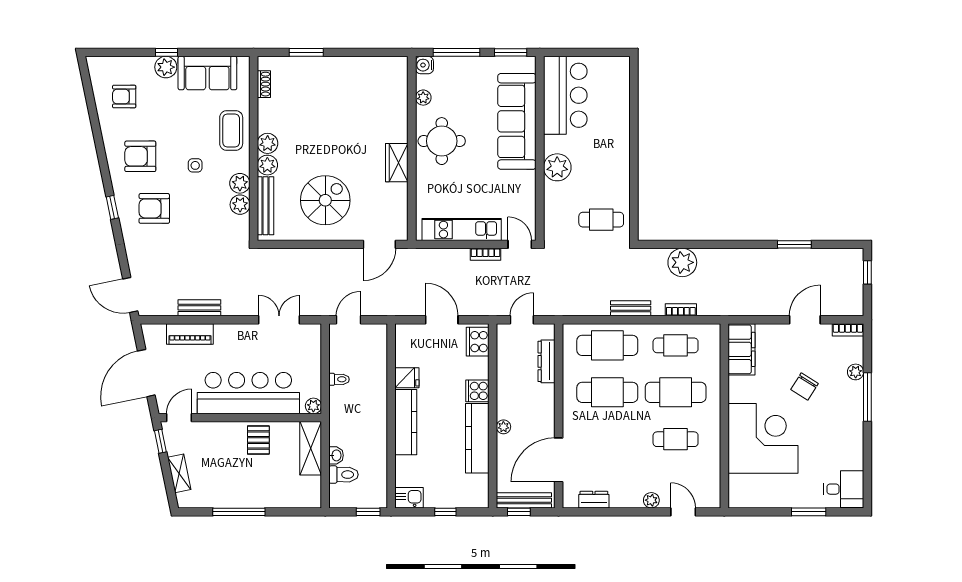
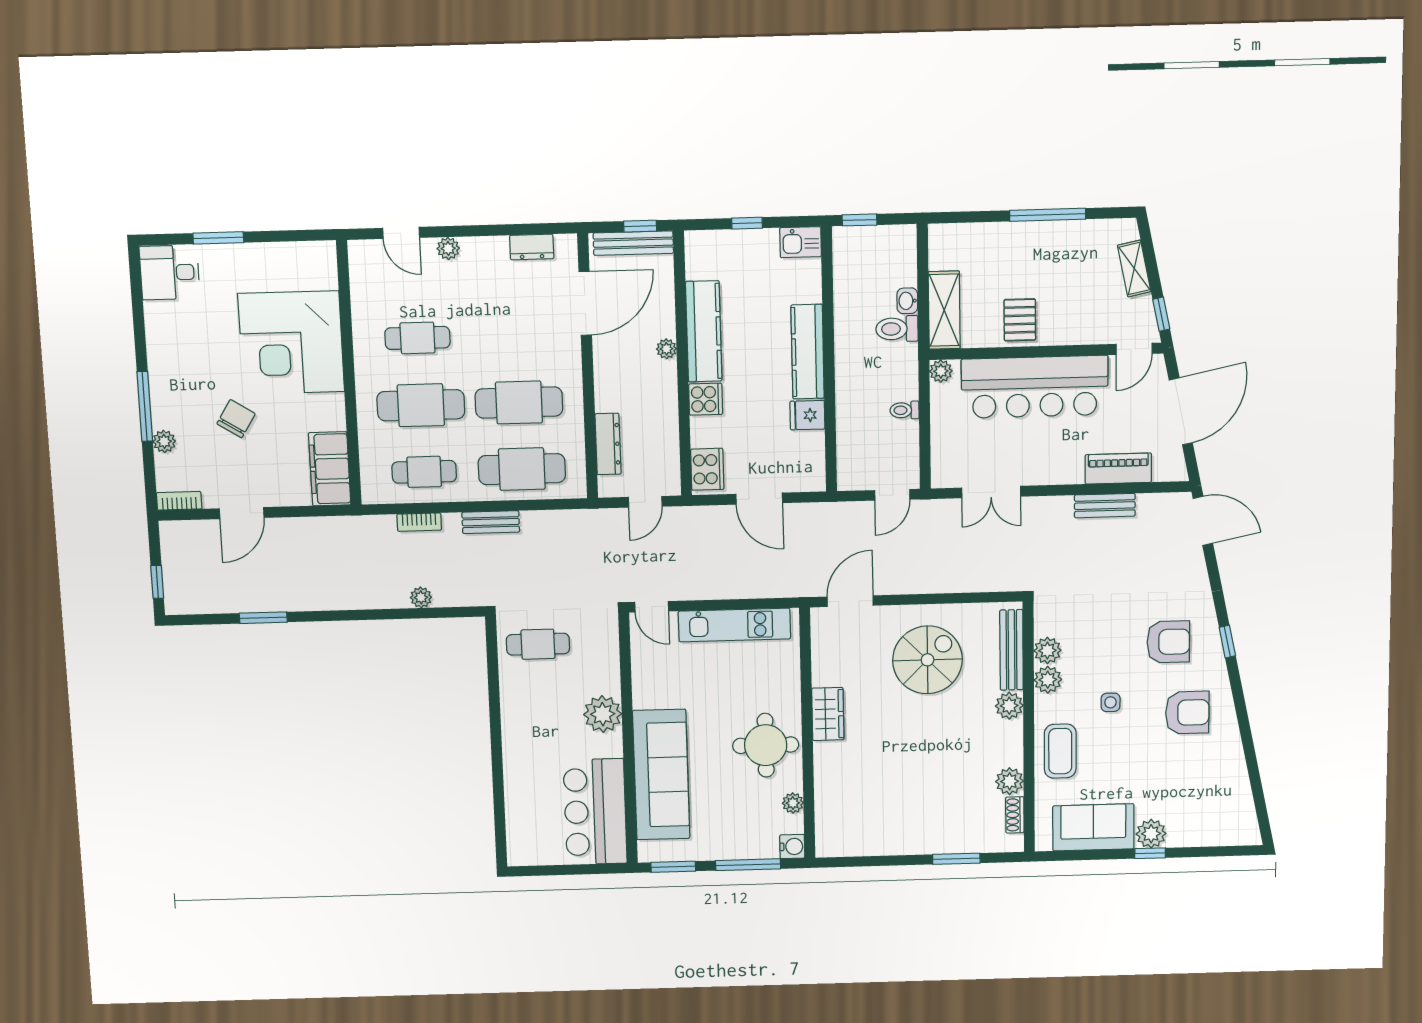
armchair: (124, 97) -> (1209, 793), removed
plant: (268, 143) -> (1010, 781), moved
spiral stairs: (325, 200) -> (927, 660), turned 180
bookcase: (485, 254) -> (700, 592), removed
plant: (682, 262) -> (421, 597), width x0.53, depth x0.53
toilet: (344, 475) -> (897, 329), moved

